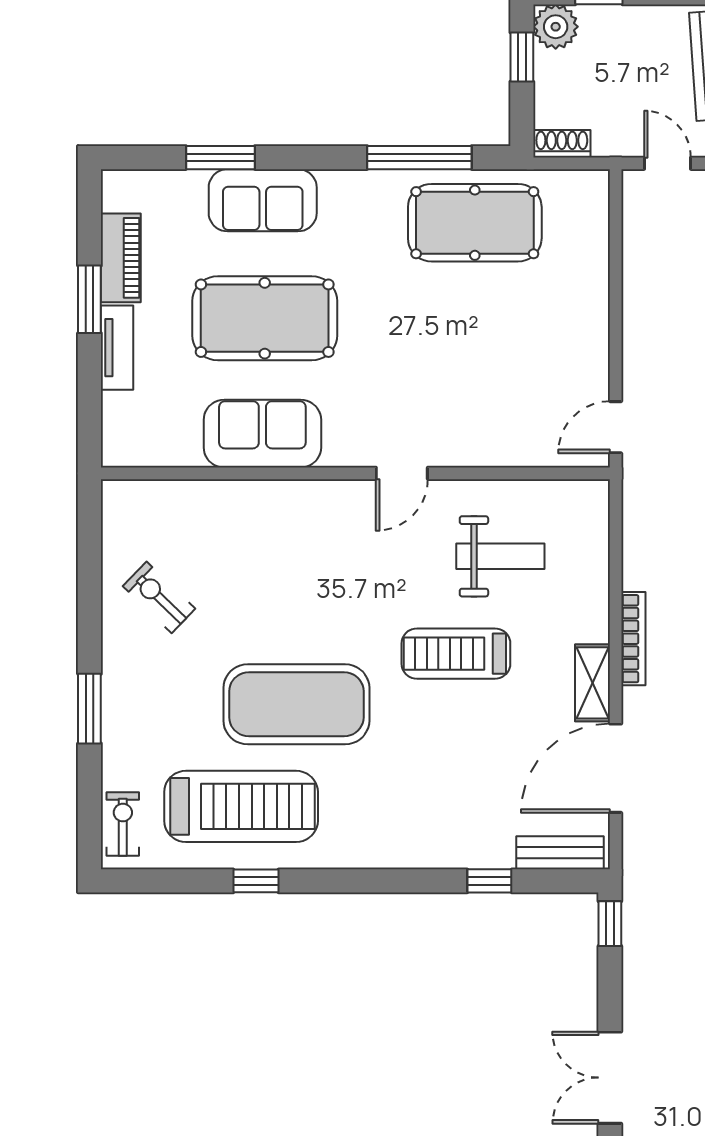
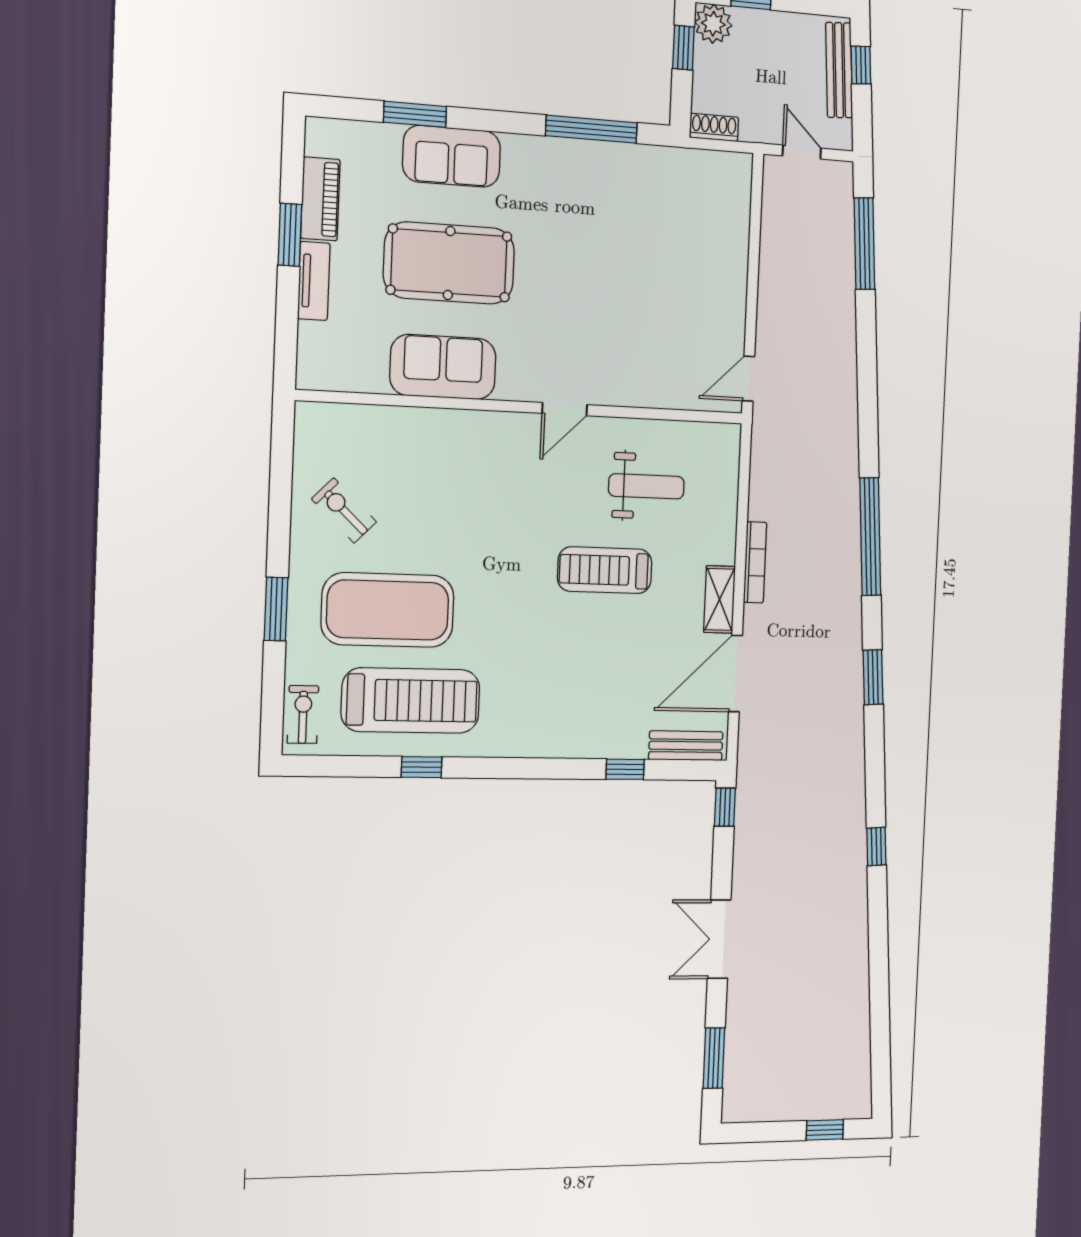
pool table: (475, 223) -> (637, 191), removed
exercise mat: (296, 704) -> (388, 610), moved

